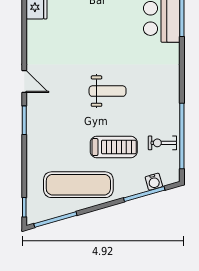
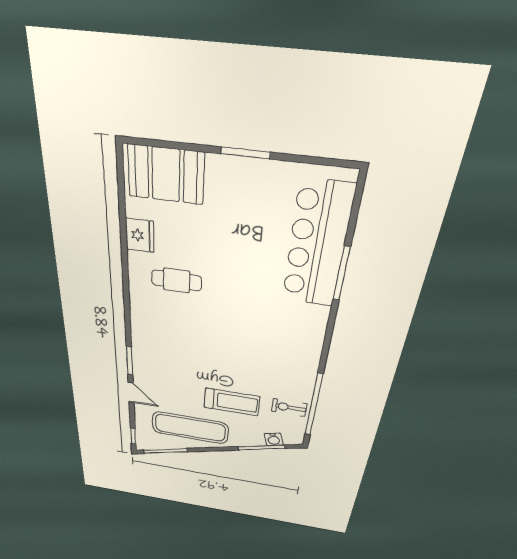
cafe table: (64, 39) -> (177, 280), added
door: (24, 81) -> (131, 392), moved
weight bench: (108, 91) -> (229, 347), removed

